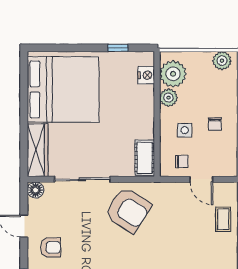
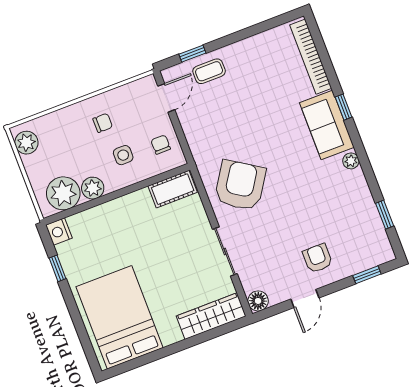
nightstand: (146, 75) -> (59, 232), moved, turned -90
bed: (63, 89) -> (120, 317), width x0.73
sliding door: (82, 179) -> (225, 252), width x0.73
door: (201, 179) -> (166, 98), moved

